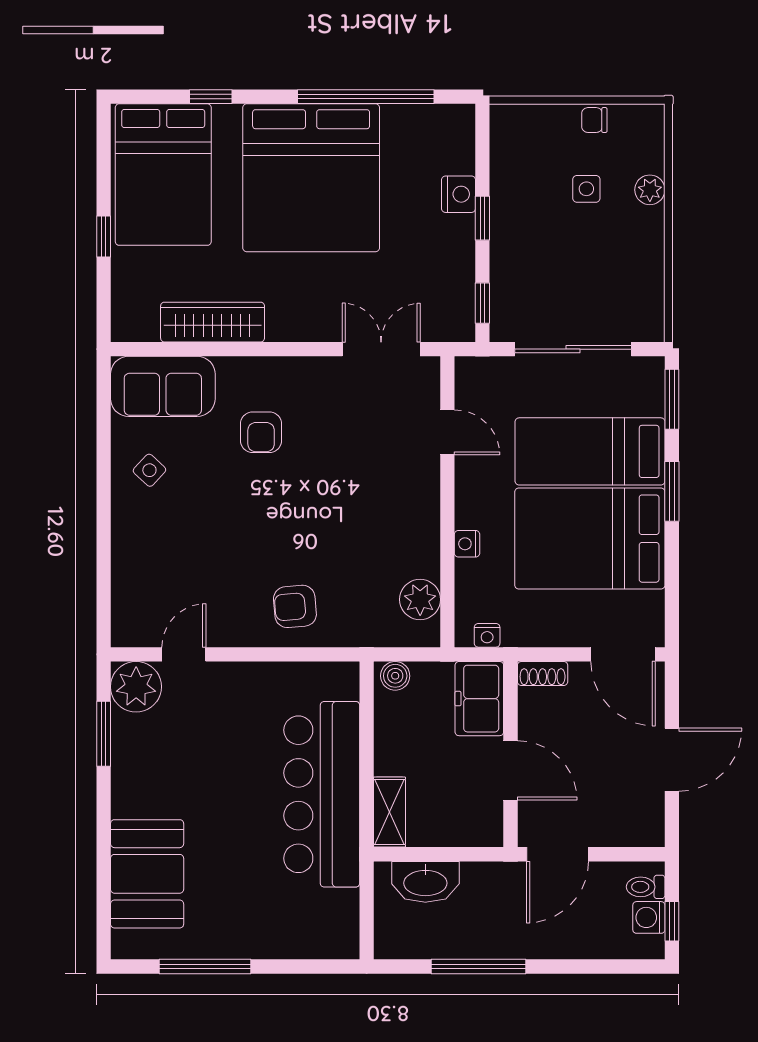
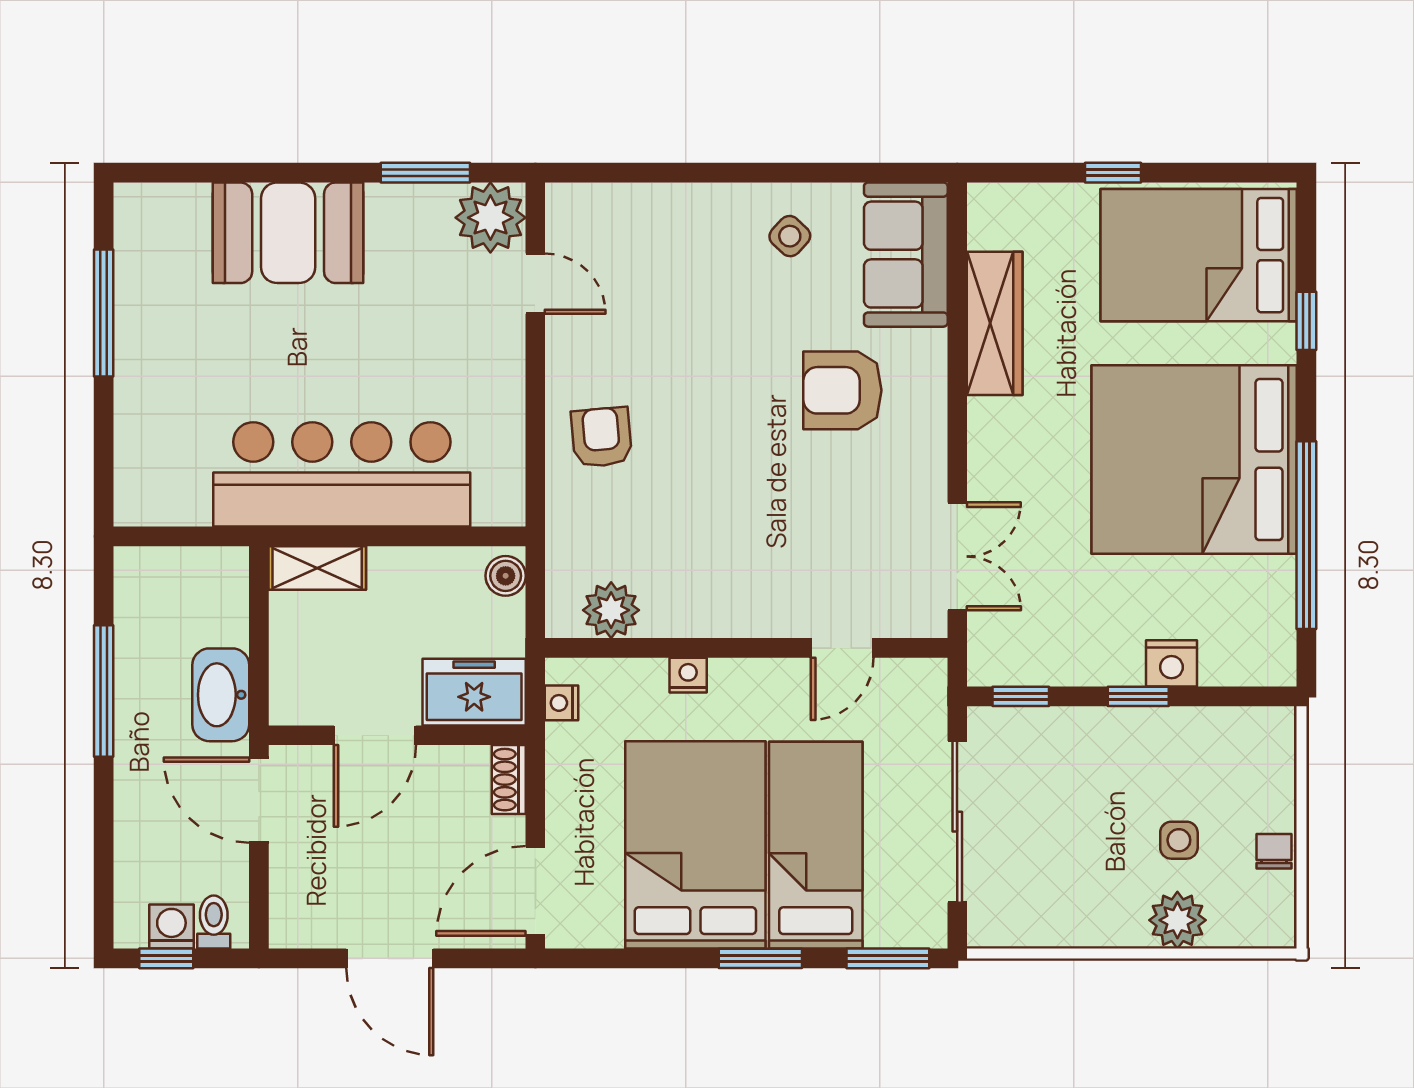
plant: (650, 190) -> (1177, 920), width x1.38, depth x1.38
armchair: (261, 432) -> (842, 390), width x1.38, depth x1.38
booth: (147, 874) -> (288, 233), moved
washbasin: (425, 882) -> (221, 695), moved

